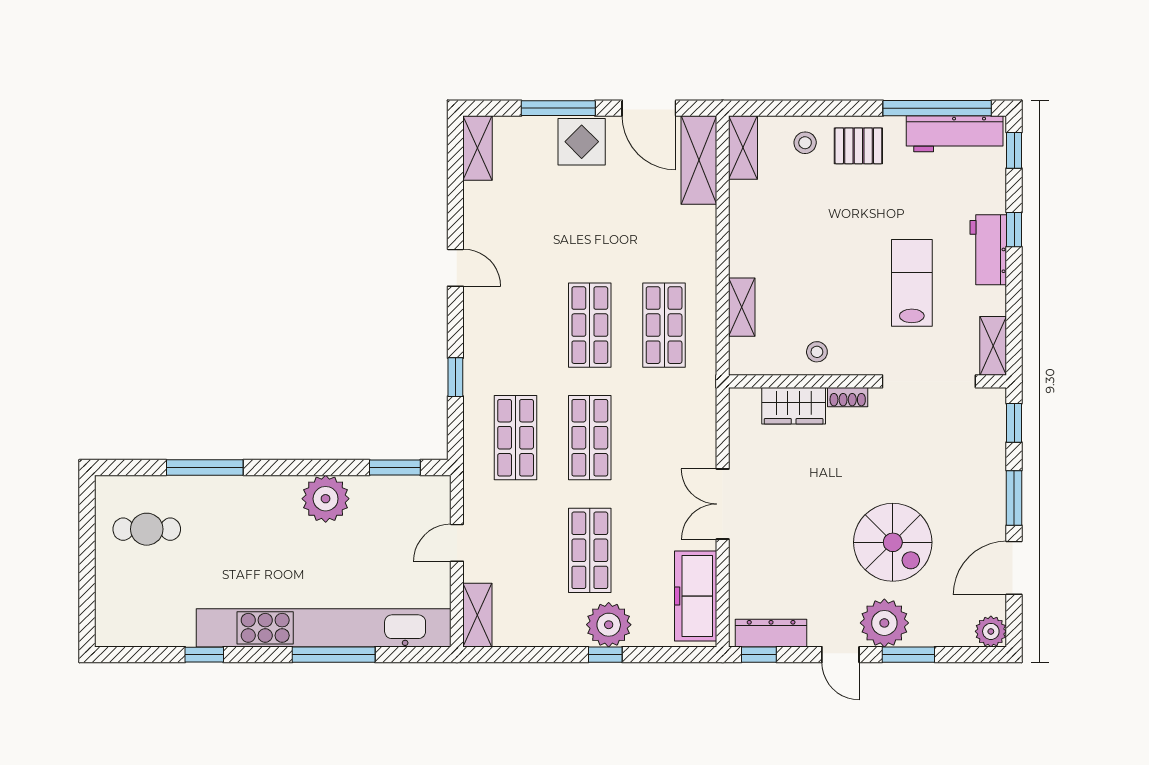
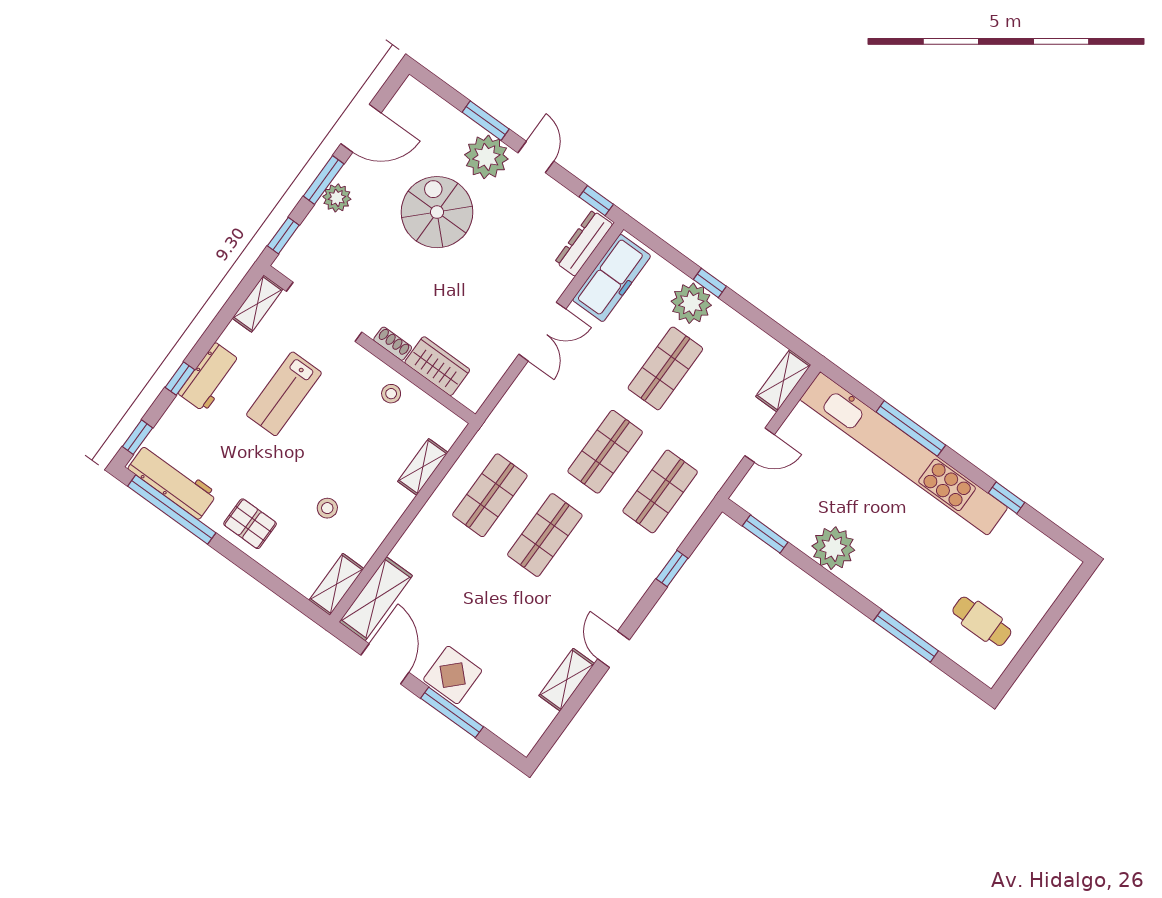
stool: (805, 143) -> (327, 508), moved
shelving: (477, 148) -> (567, 680), moved
plant: (991, 631) -> (337, 198), moved
dresser: (771, 633) -> (584, 243), moved, turned 90

